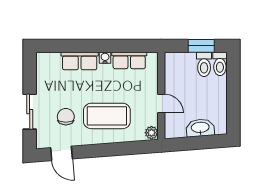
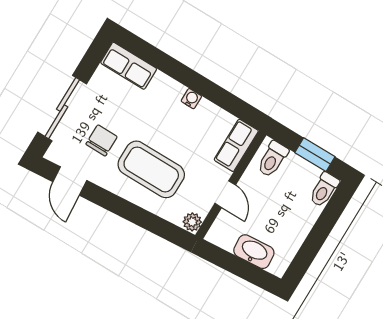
row of seats: (129, 60) -> (236, 145), moved, turned 90
row of seats: (80, 61) -> (129, 66), moved
toilet: (204, 64) -> (273, 159), moved
sliding door: (30, 112) -> (62, 108), width x1.37

